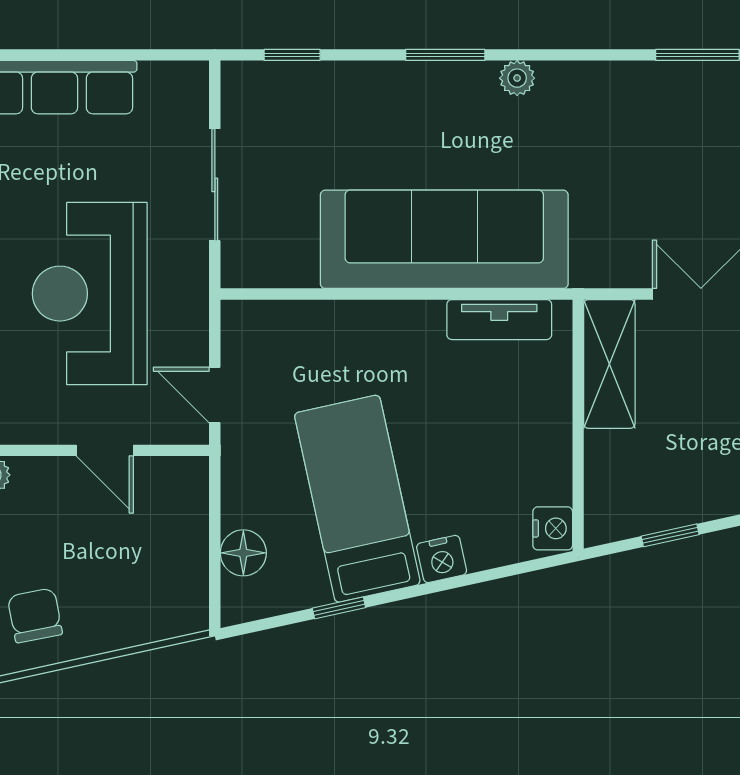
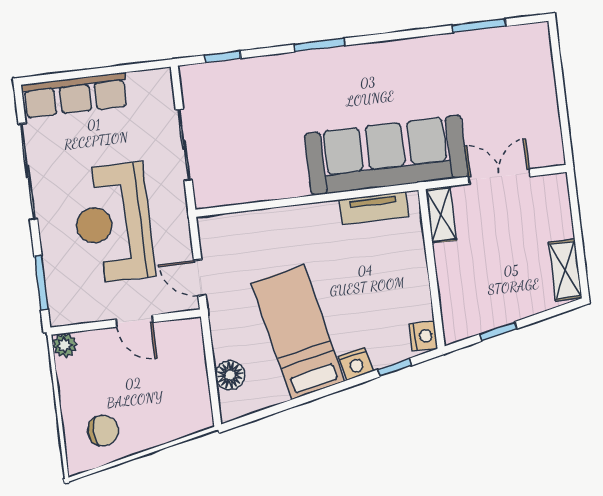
plant: (517, 78) -> (367, 54), removed
sofa: (444, 239) -> (386, 155), moved
shelving: (609, 364) -> (441, 215), width x0.67, depth x0.75
window: (339, 608) -> (395, 368), moved
chair: (35, 615) -> (103, 431), turned 101

